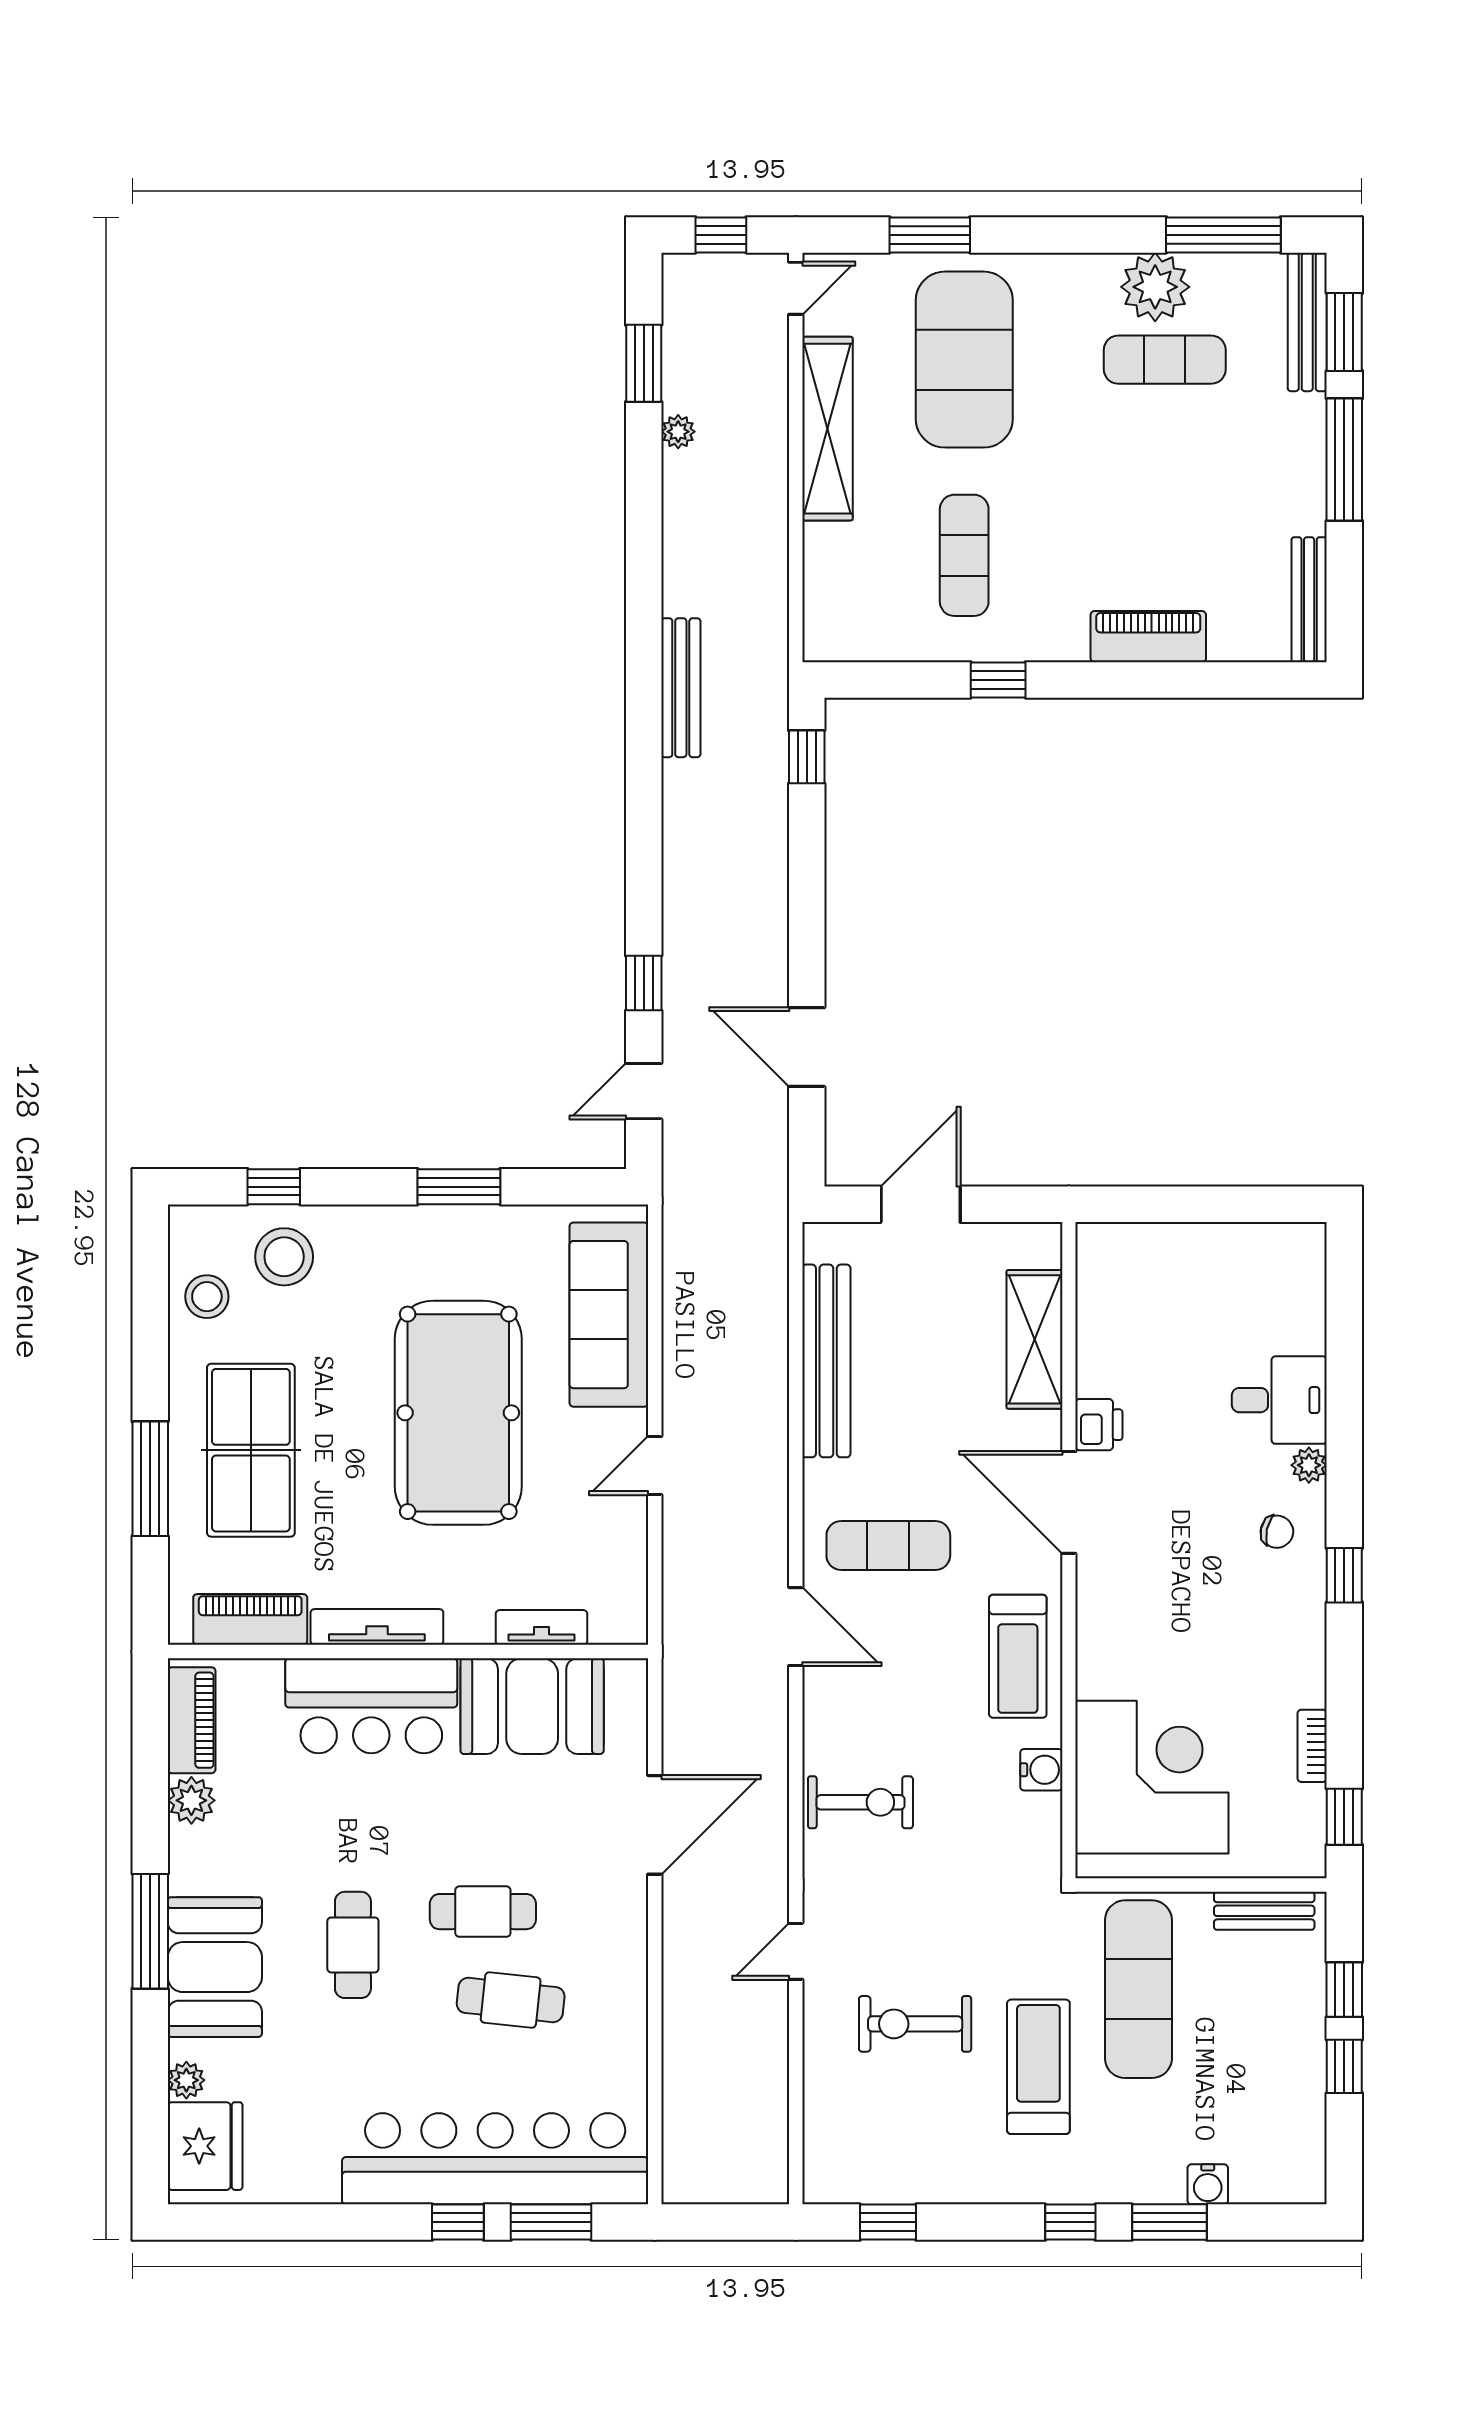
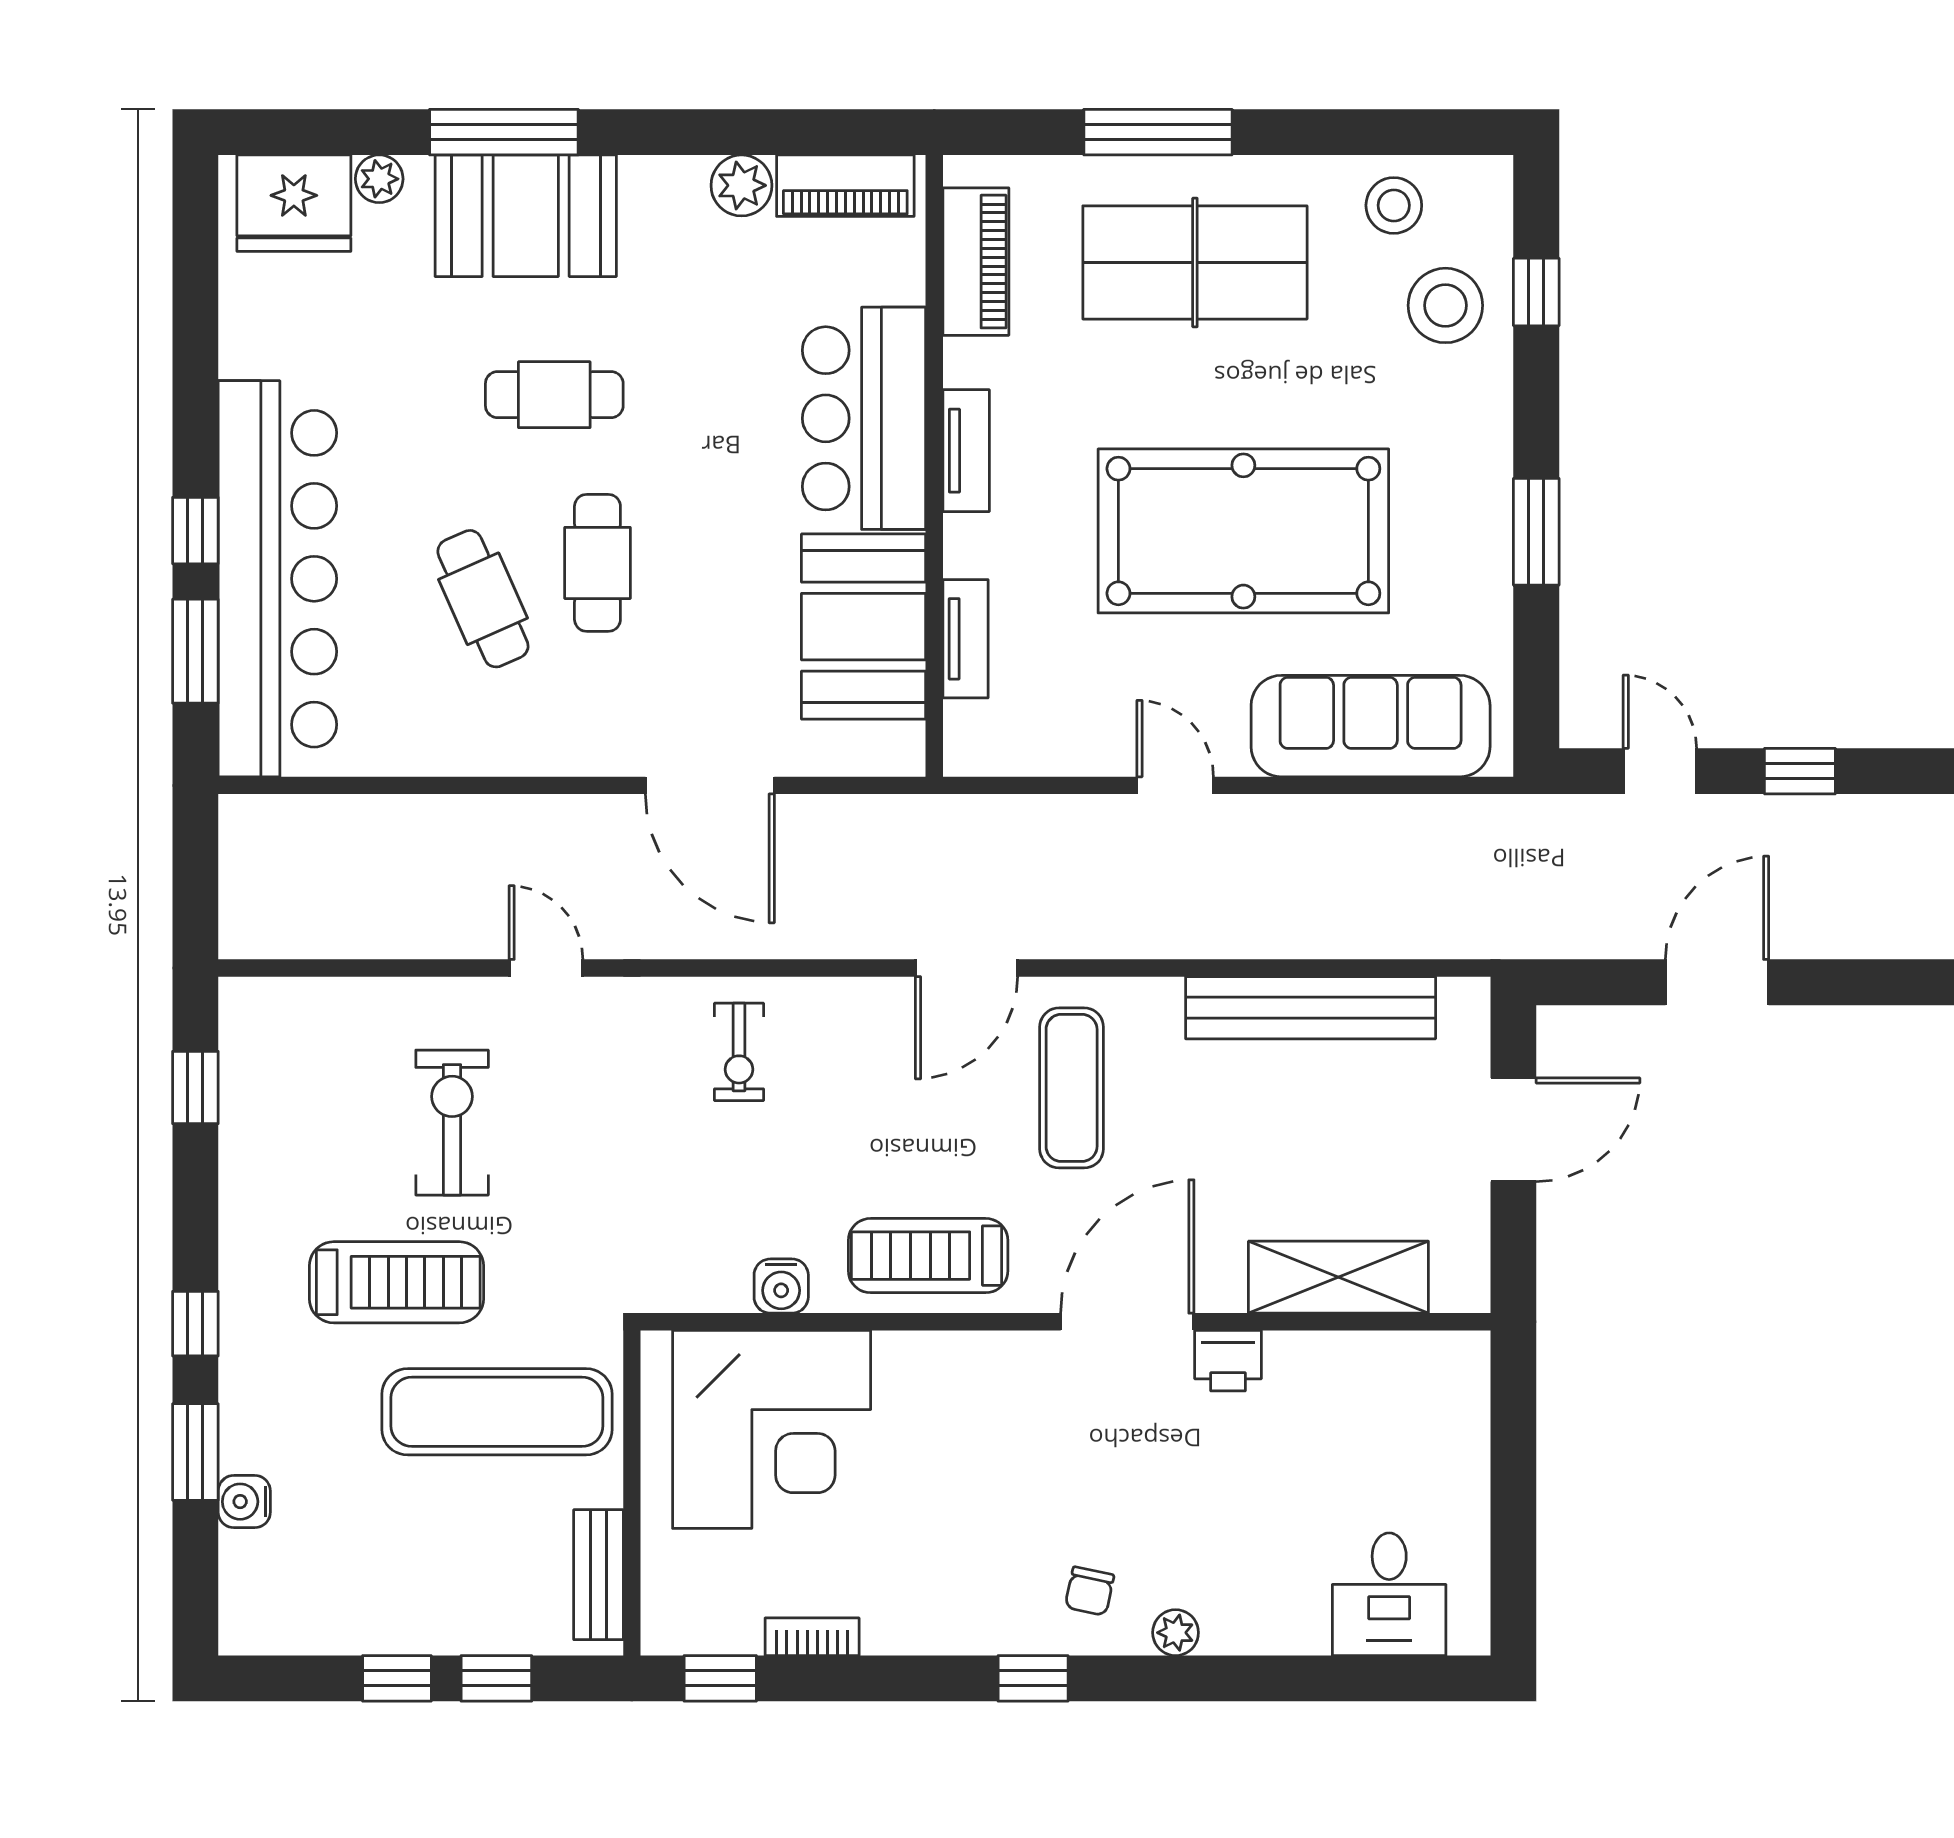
door: (921, 1204) -> (1513, 1130), hinge flipped
desk: (1279, 1400) -> (1389, 1594), moved
tv unit: (377, 1627) -> (966, 451), width x0.71
exercise bike: (860, 1802) -> (739, 1052), width x0.73, depth x0.72
window: (150, 1931) -> (504, 132), moved
cafe table: (511, 2000) -> (483, 599), turned -30

